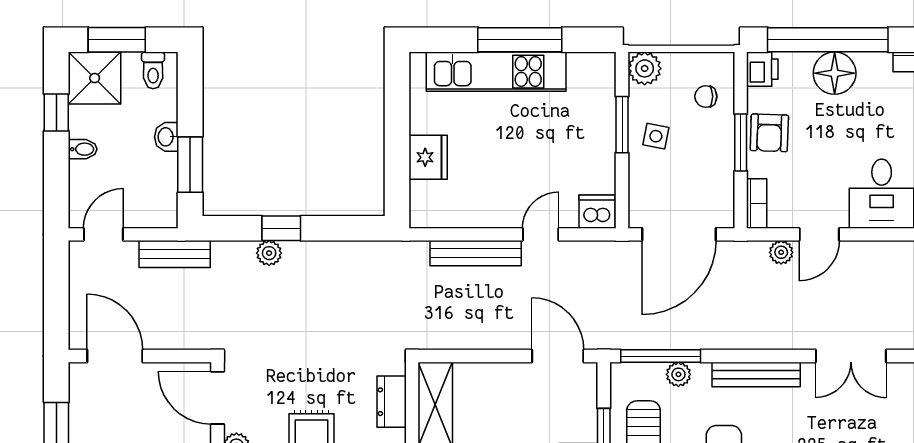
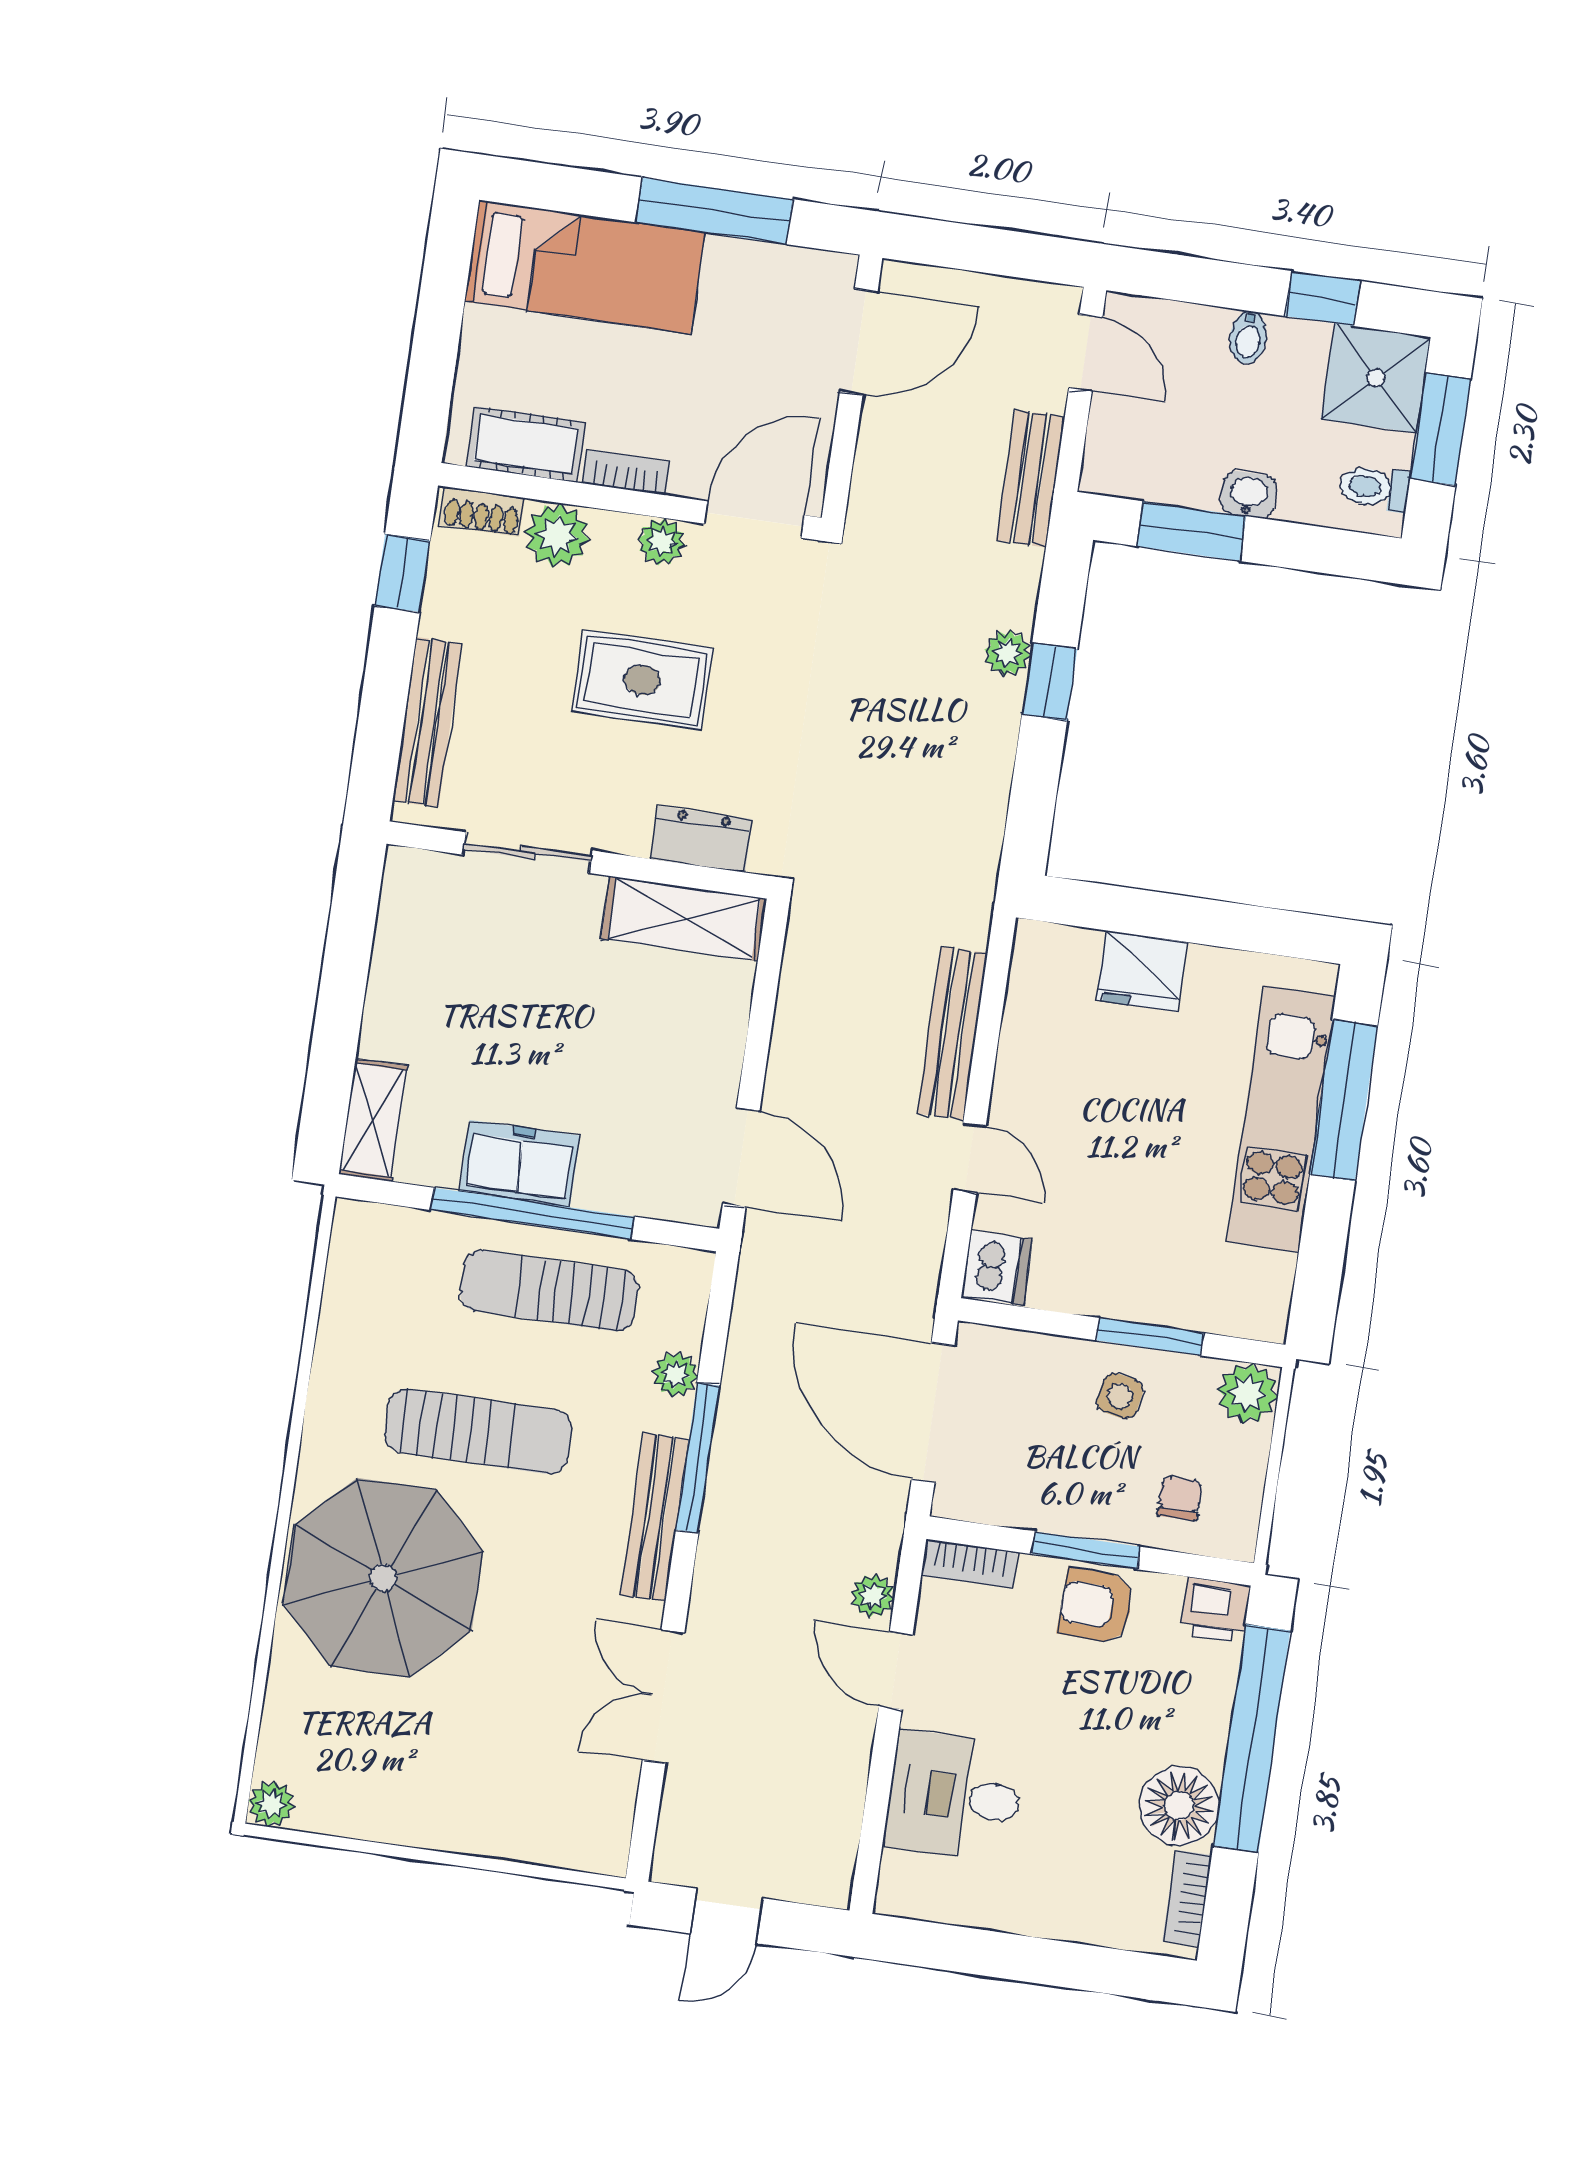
window: (520, 40) -> (1344, 1100), moved
floor lamp: (835, 73) -> (1179, 1806), moved
door: (558, 356) -> (741, 1157), hinge flipped
window: (661, 356) -> (698, 1458), moved

